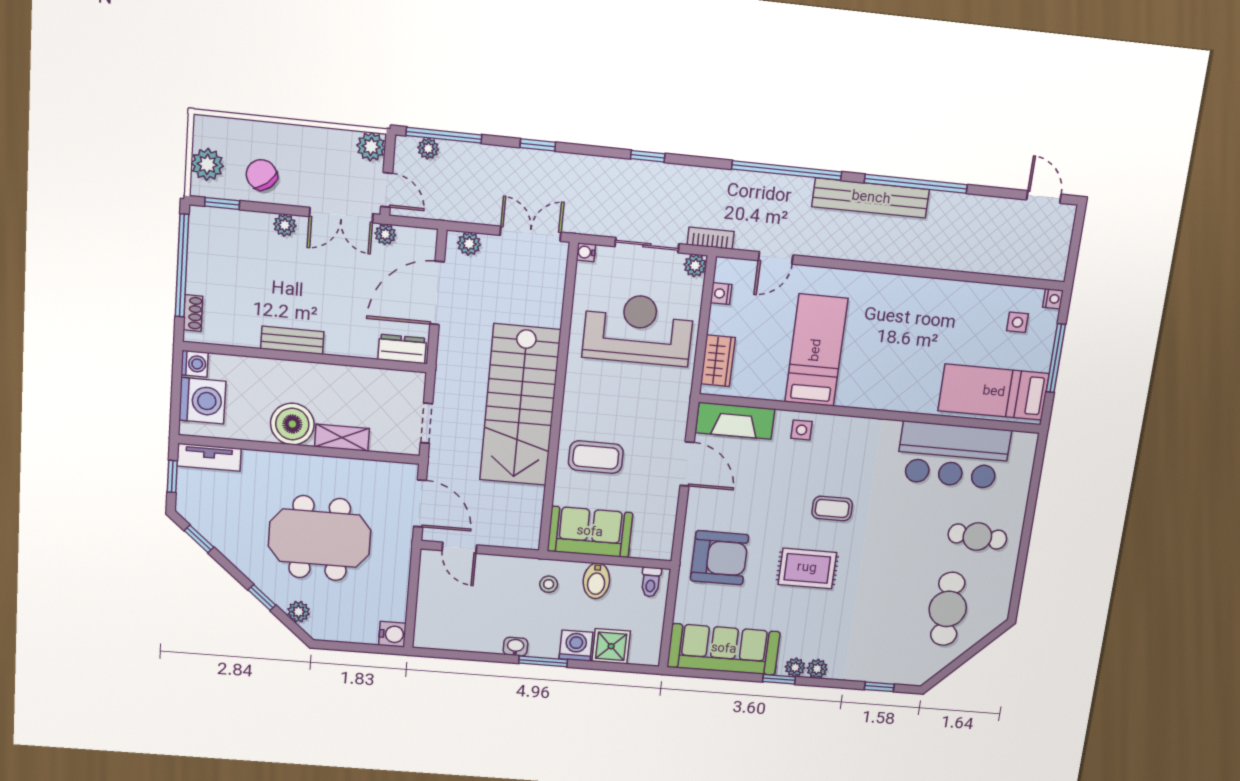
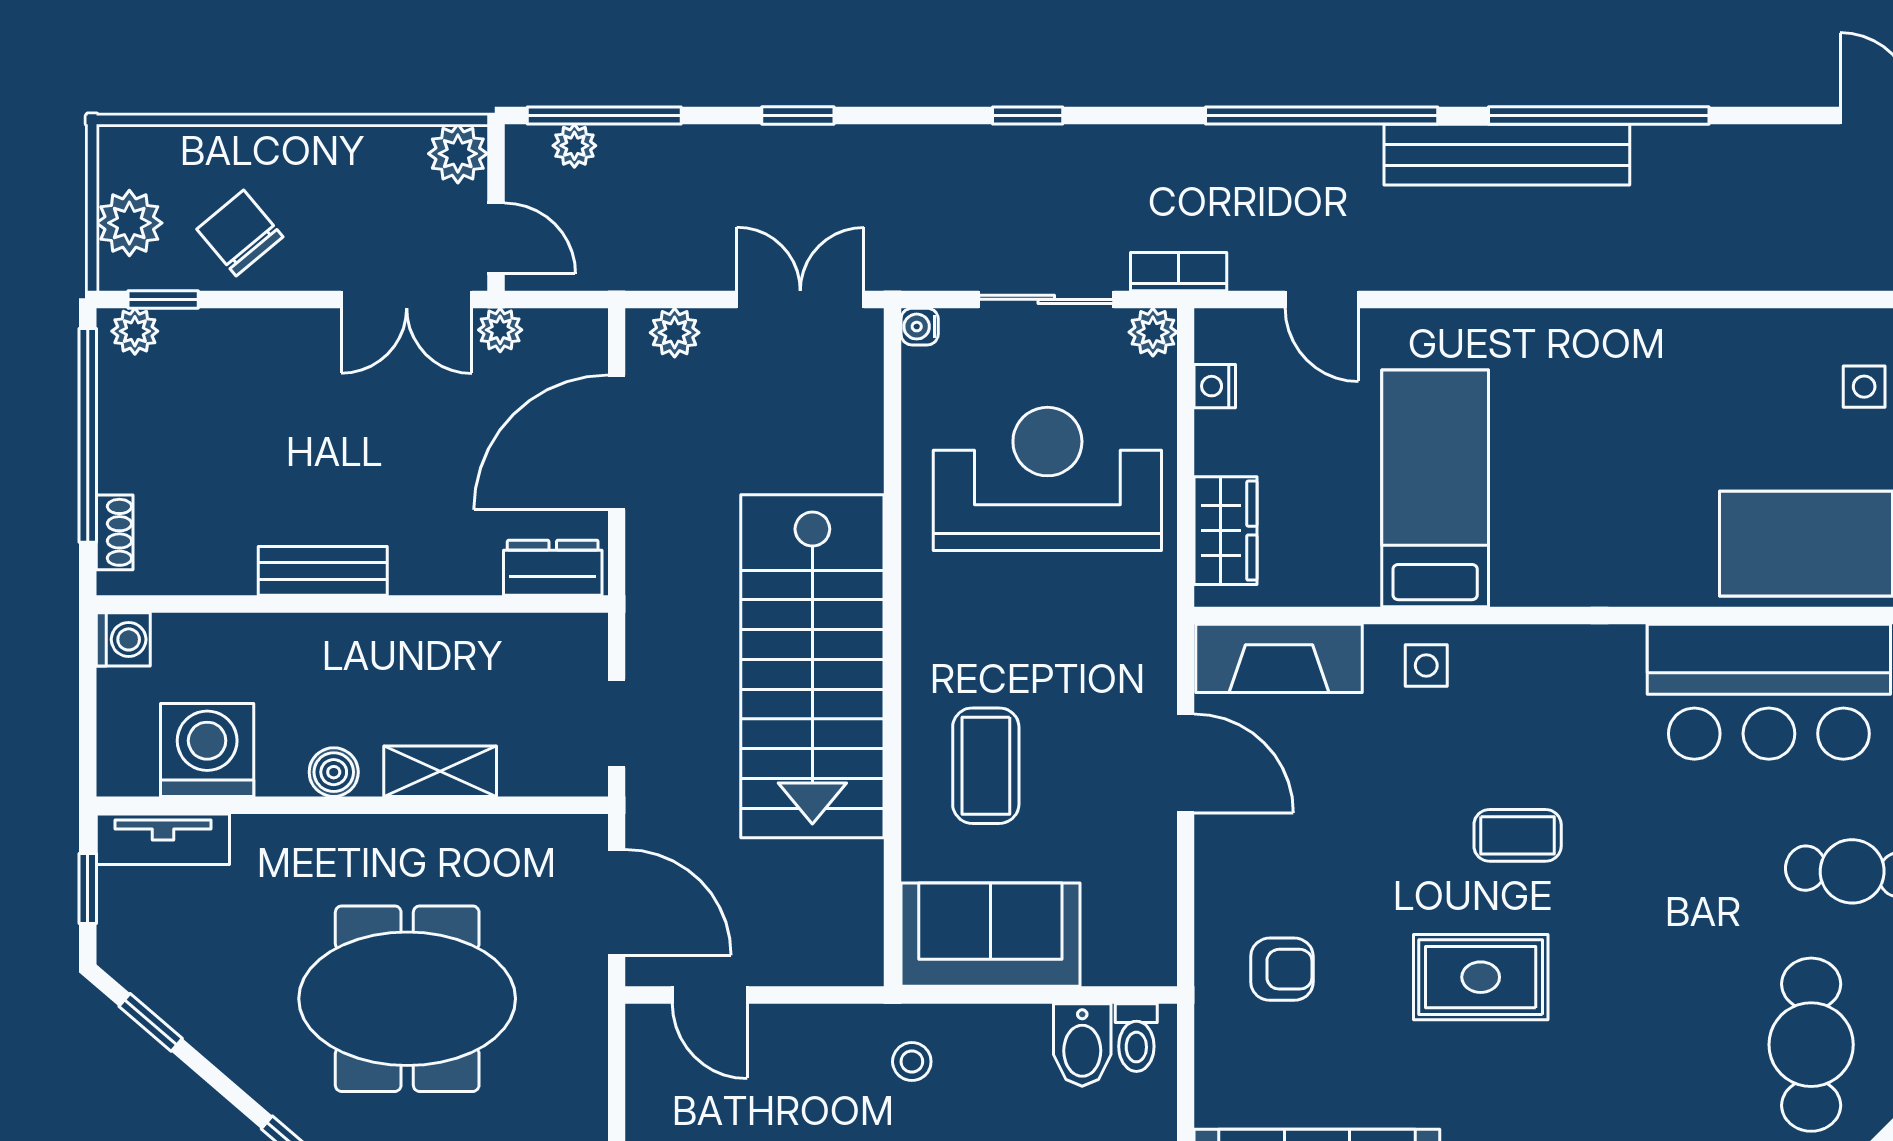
plant: (285, 225) -> (135, 331), moved
door: (776, 258) -> (1322, 299), hinge flipped
washing machine: (202, 401) -> (207, 750), moved, turned -90
boiler: (292, 424) -> (334, 772), width x0.54, depth x0.54
coffee table: (596, 457) -> (986, 766), turned 90
armchair: (719, 558) -> (1282, 969), width x0.53, depth x0.53
bidet: (596, 581) -> (1082, 1045), moved

